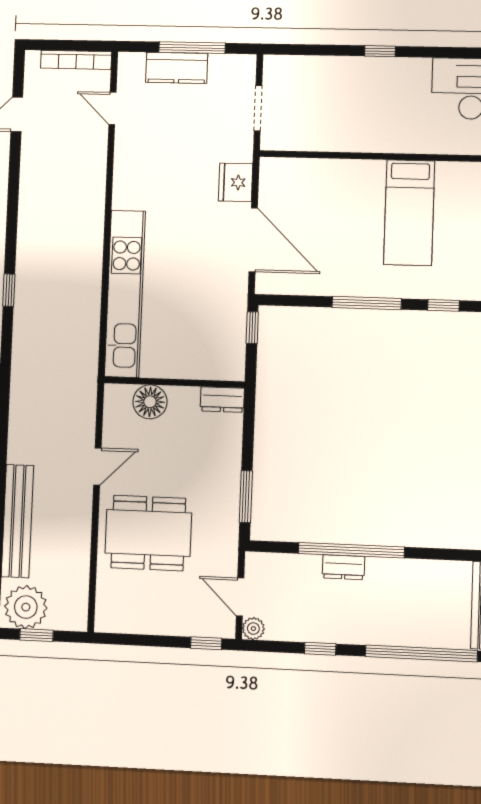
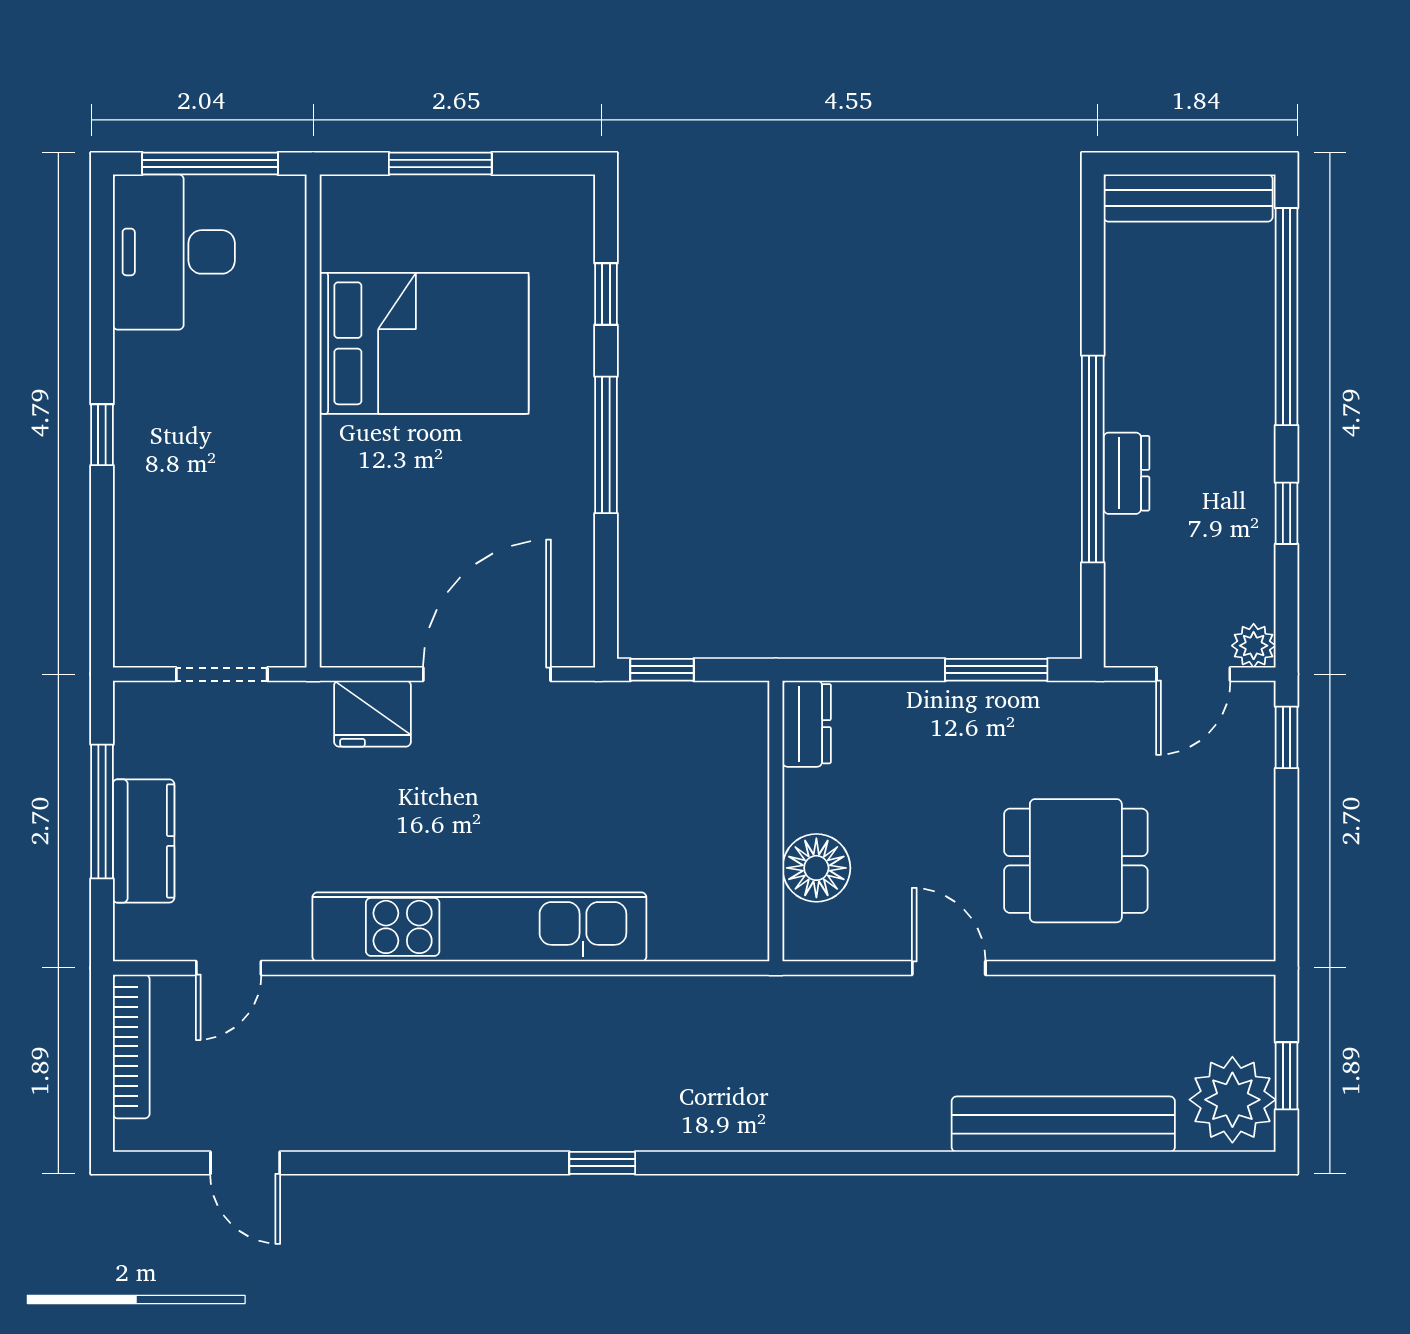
bed: (409, 213) -> (424, 343), width x1.50
kitchen unit: (125, 294) -> (479, 927), moved
dining table: (148, 533) -> (1076, 861), width x0.73

